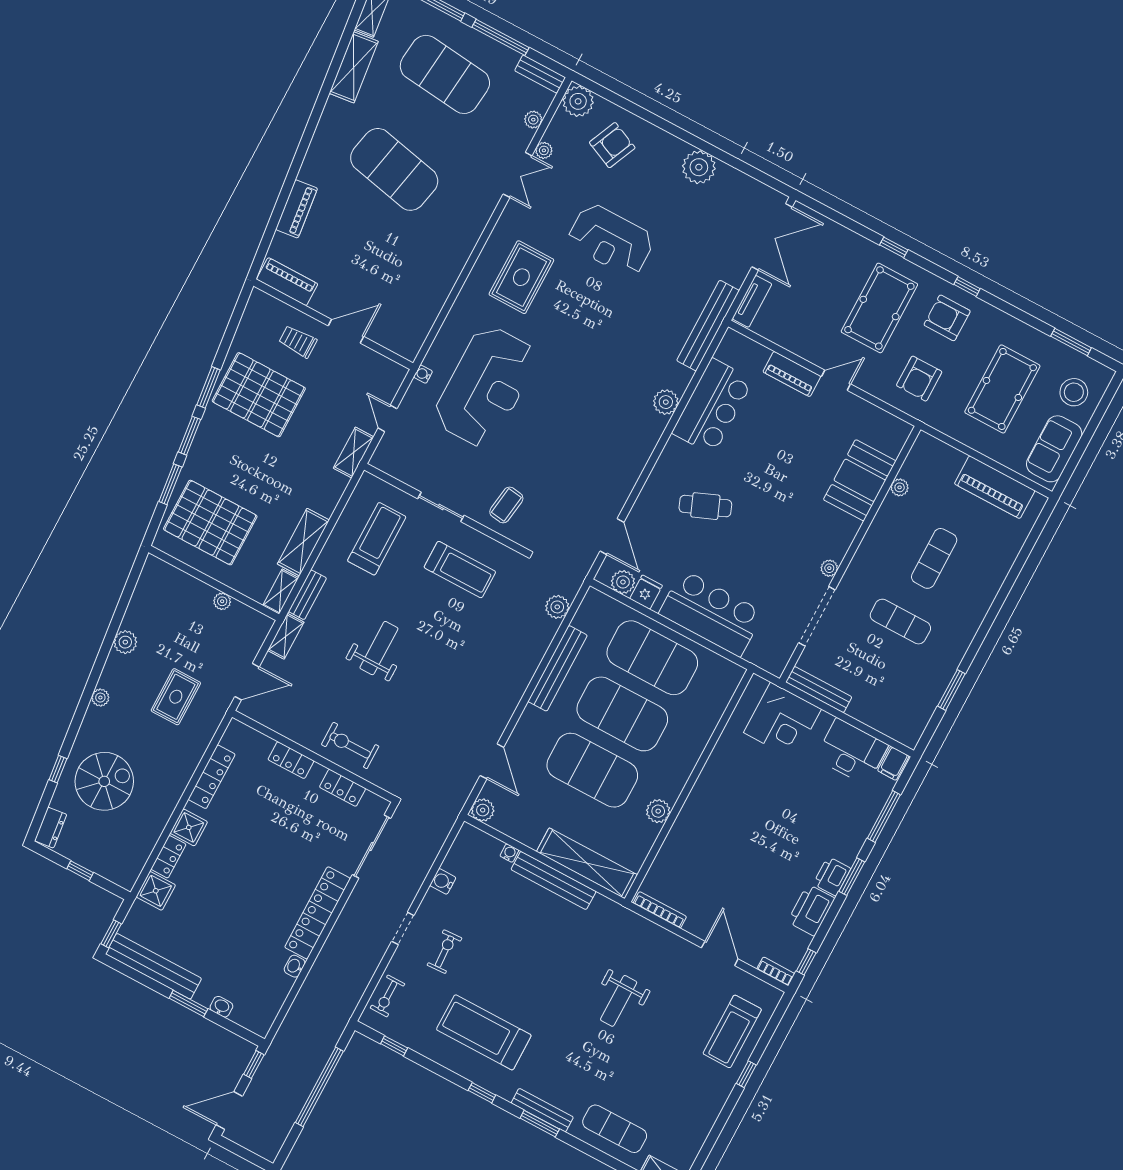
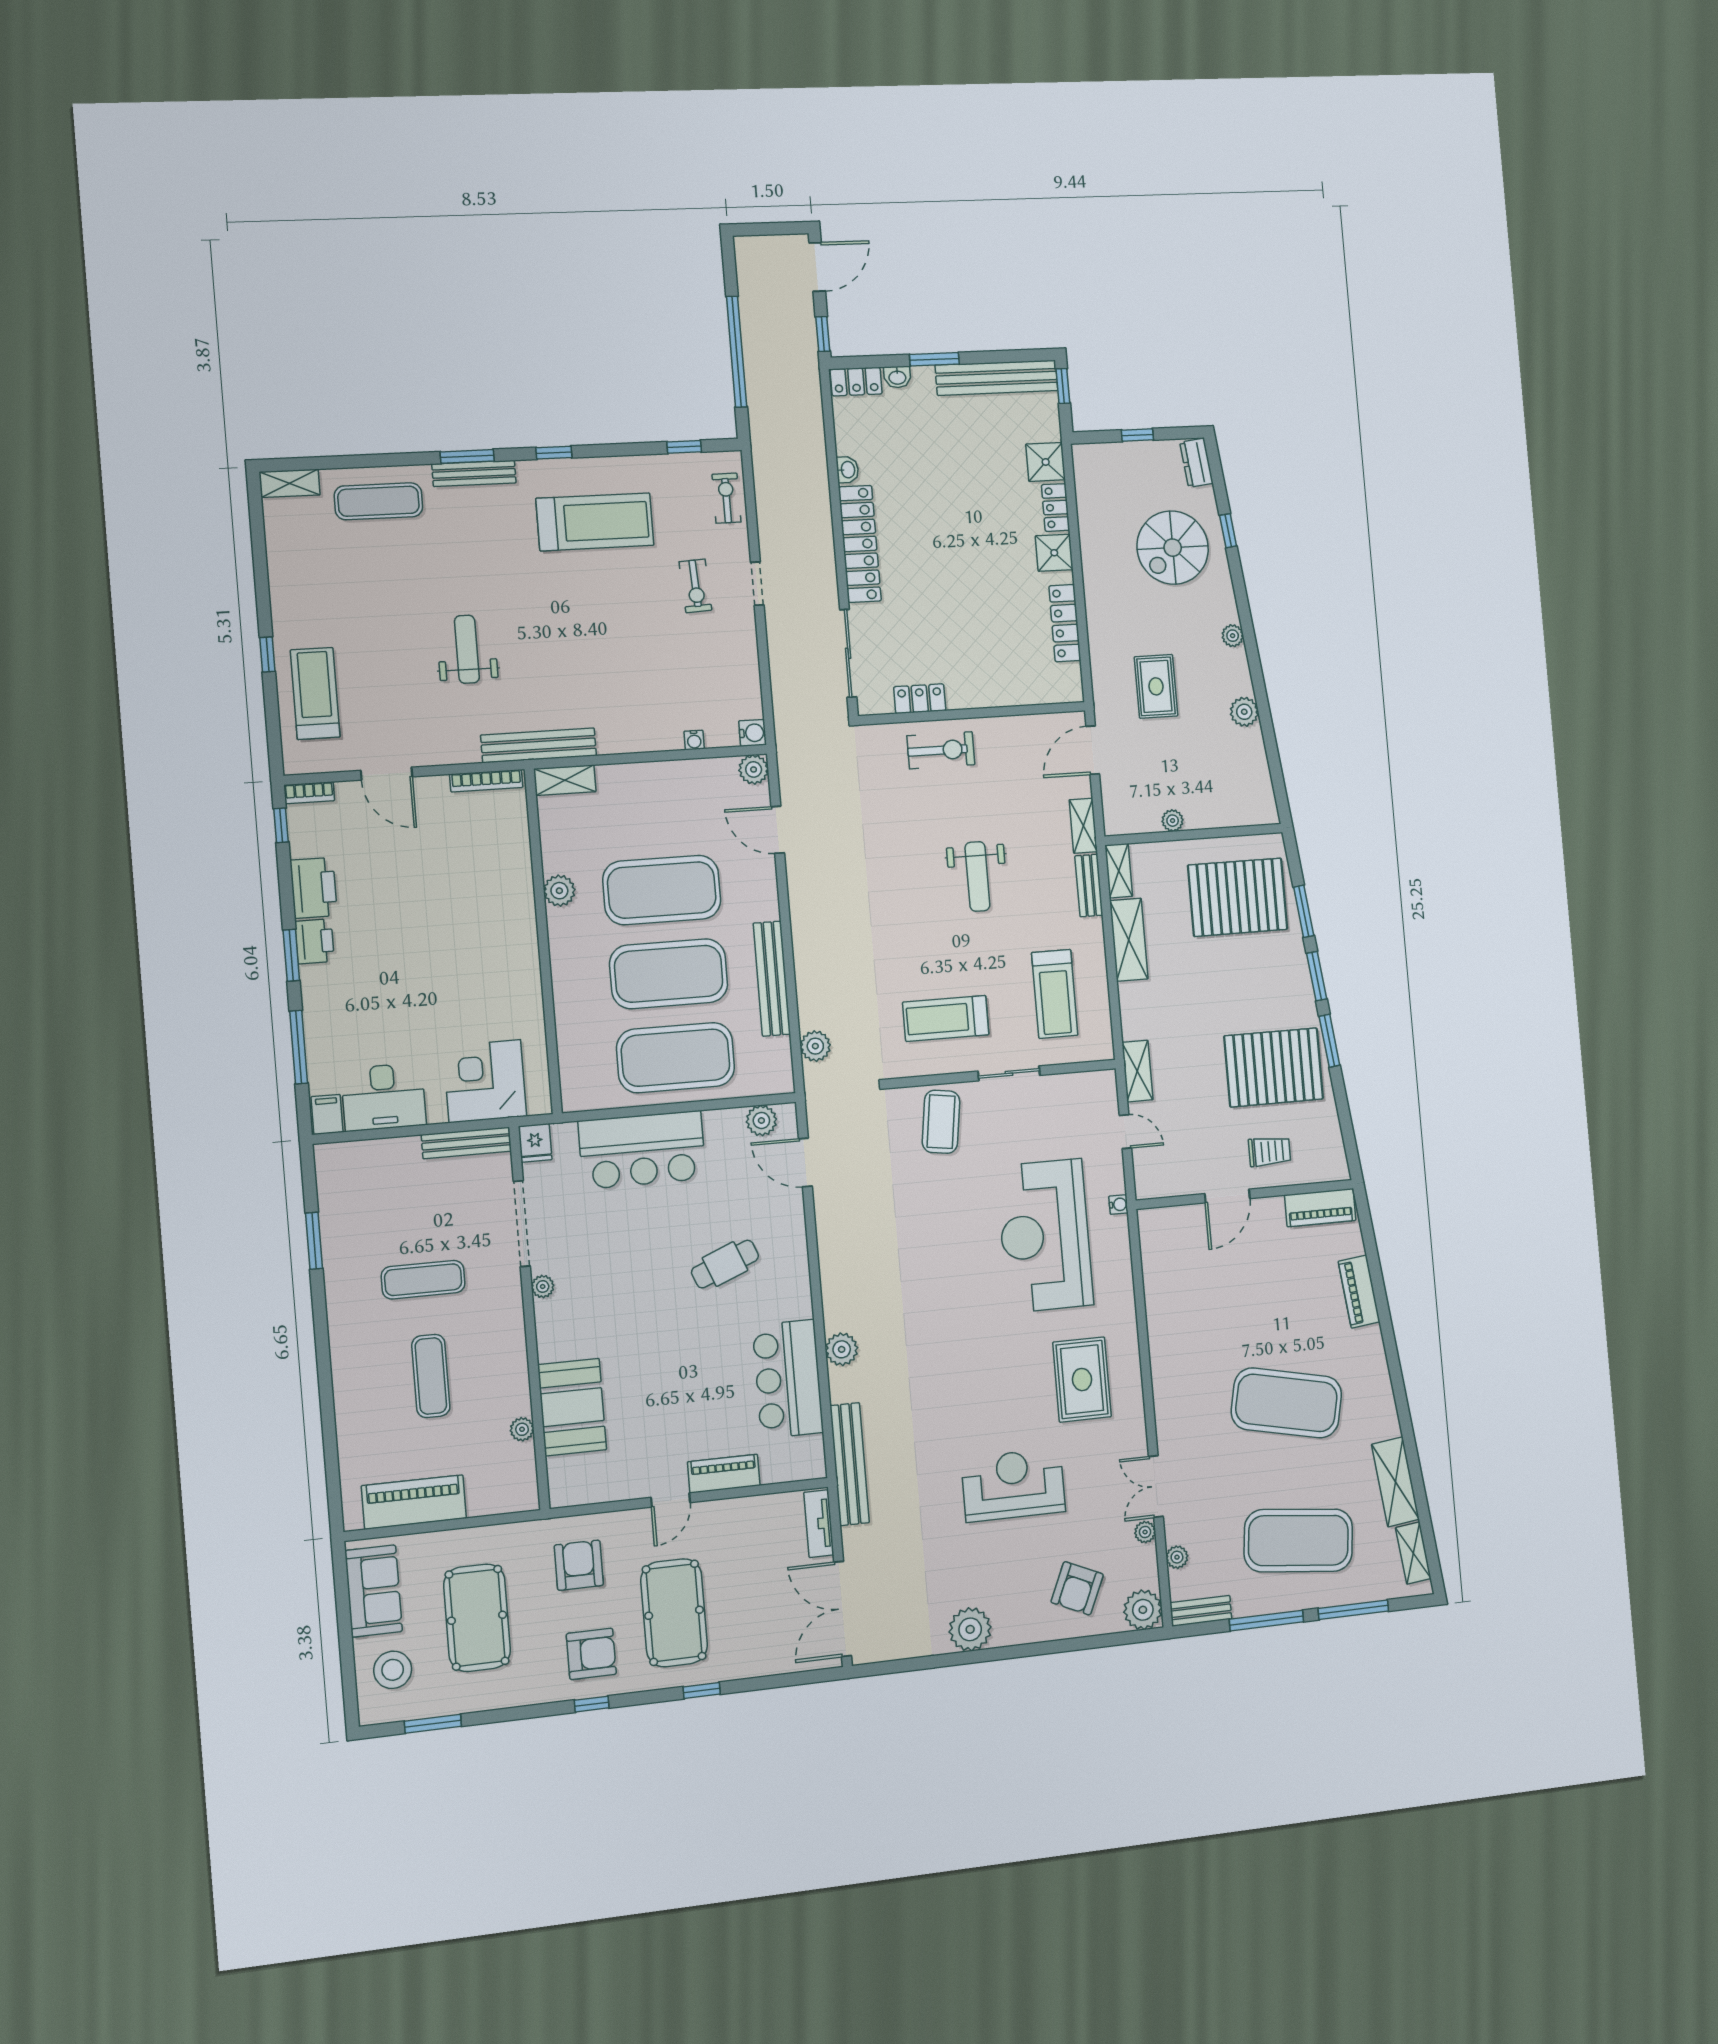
coffee table: (506, 505) -> (941, 1122), width x1.36, depth x1.30
fridge: (646, 592) -> (535, 1143), moved
locker: (291, 760) -> (856, 382), moved, turned 180
shelving: (587, 863) -> (565, 780), width x0.45, depth x0.75
bench: (554, 880) -> (539, 745), moved
water cooler: (443, 881) -> (753, 733), moved

